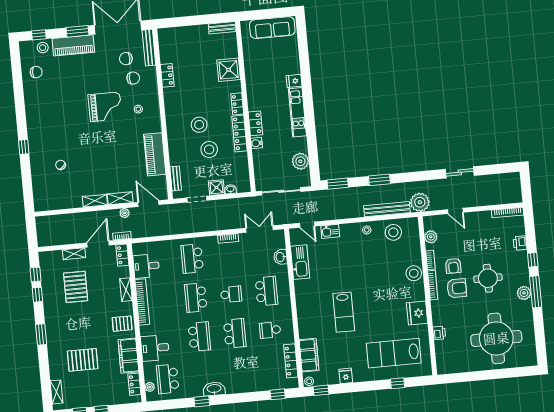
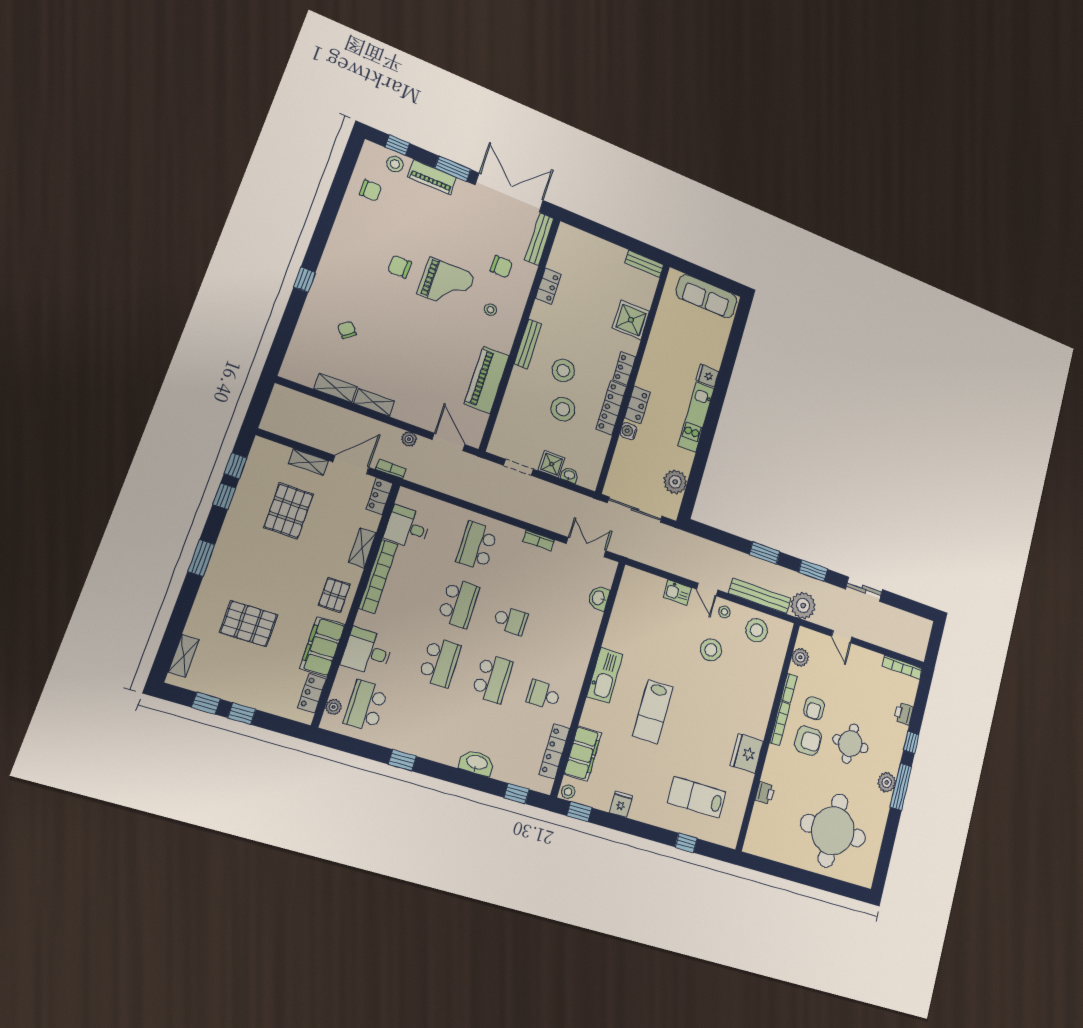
piano: (73, 45) -> (432, 177), width x0.73, depth x0.75
chair: (126, 59) -> (400, 267), moved
bench: (176, 178) -> (528, 344), moved, width x1.36
window: (338, 184) -> (813, 571), moved
shelving: (120, 198) -> (336, 388), moved
door: (307, 225) -> (707, 590), moved
kitchen sink: (300, 262) -> (605, 675), moved
stool: (414, 273) -> (711, 650), moved
school desk: (266, 291) -> (561, 637), removed
school desk: (196, 298) -> (459, 603), turned 180
pallet: (122, 324) -> (334, 595), turned 90
lab bench: (394, 353) -> (697, 797), width x0.73, depth x0.72
washbasin: (214, 389) -> (477, 763), moved

